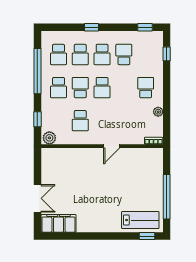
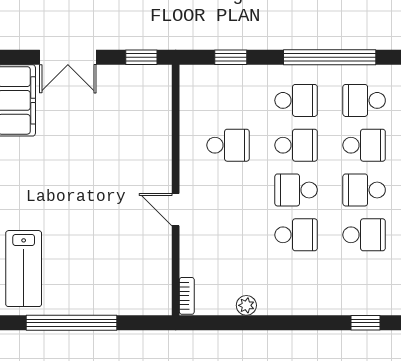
school desk: (80, 55) -> (364, 145), turned 180
school desk: (58, 88) -> (296, 100), turned 180
school desk: (146, 88) -> (296, 235), moved
school desk: (80, 121) -> (228, 145), turned 180
plant: (49, 138) -> (193, 82), removed
window: (37, 163) -> (141, 57), added

